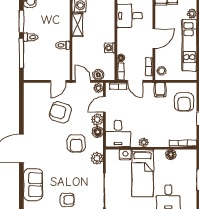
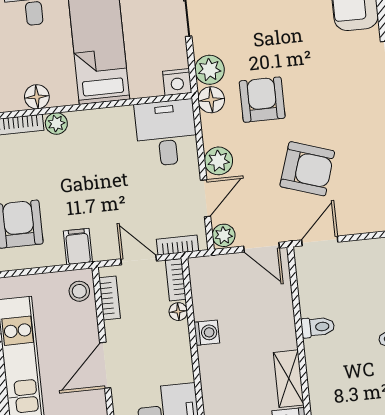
boiler: (98, 75) -> (227, 266), removed
floor lamp: (98, 132) -> (211, 100), moved
plant: (144, 142) -> (56, 123), moved
nightstand: (125, 155) -> (177, 82), moved

